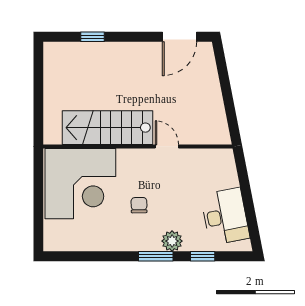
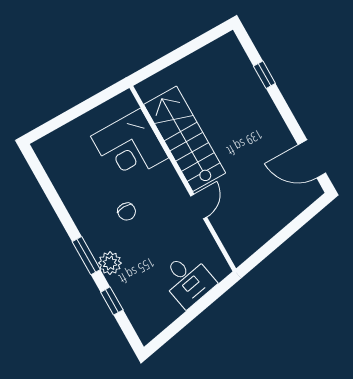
corner desk: (80, 184) -> (130, 147), width x0.74, depth x0.74
chair: (139, 205) -> (127, 212), turned 91
desk: (225, 216) -> (188, 280), moved, width x0.73

